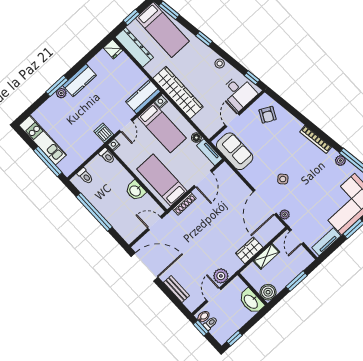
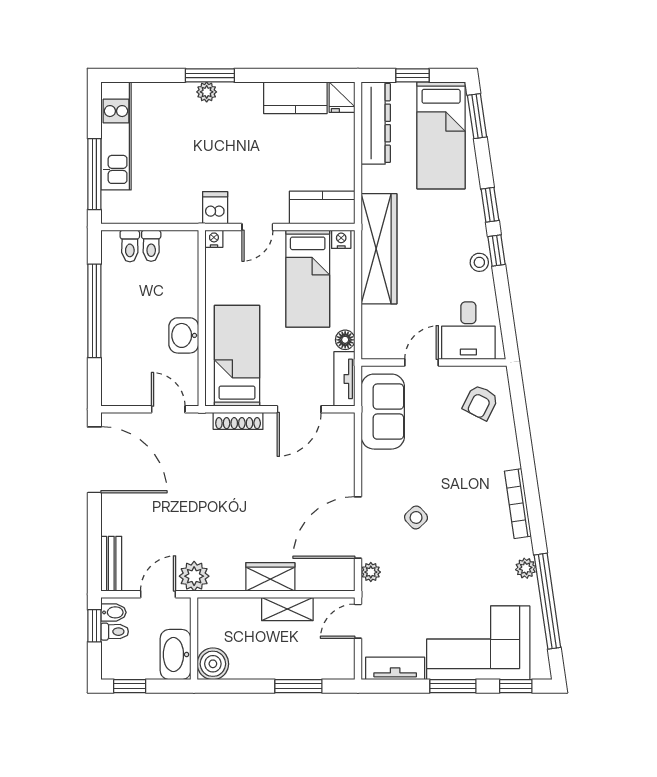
window: (252, 78) -> (497, 250), moved
kitchen counter: (79, 80) -> (295, 98), moved
toilet: (107, 156) -> (151, 246), moved
bench: (176, 289) -> (111, 564), moved
wall: (252, 289) -> (194, 638), moved
boiler: (268, 292) -> (213, 664), moved
washbasin: (251, 301) -> (176, 655), moved

